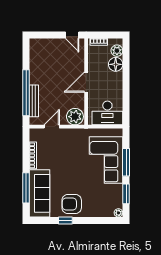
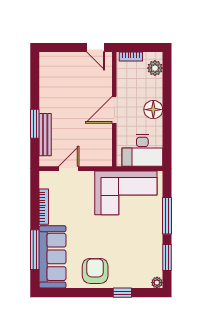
floor lamp: (116, 64) -> (153, 110), moved
window: (26, 93) -> (35, 124), width x0.47
plant: (75, 117) -> (99, 155), removed
corner sofa: (106, 160) -> (126, 193), moved, turned -90
armchair: (72, 204) -> (95, 271), turned 90
window: (65, 220) -> (122, 293), moved

